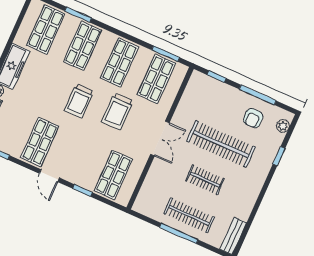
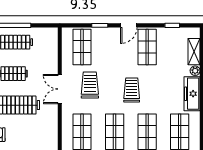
trolley: (117, 111) -> (90, 85), moved
door: (49, 176) -> (129, 25), swing flipped

